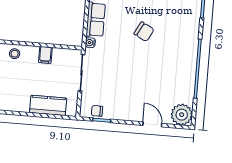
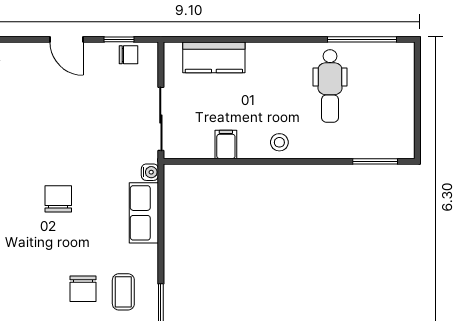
chair: (144, 32) -> (58, 199), turned 62
door: (152, 124) -> (66, 39), moved

